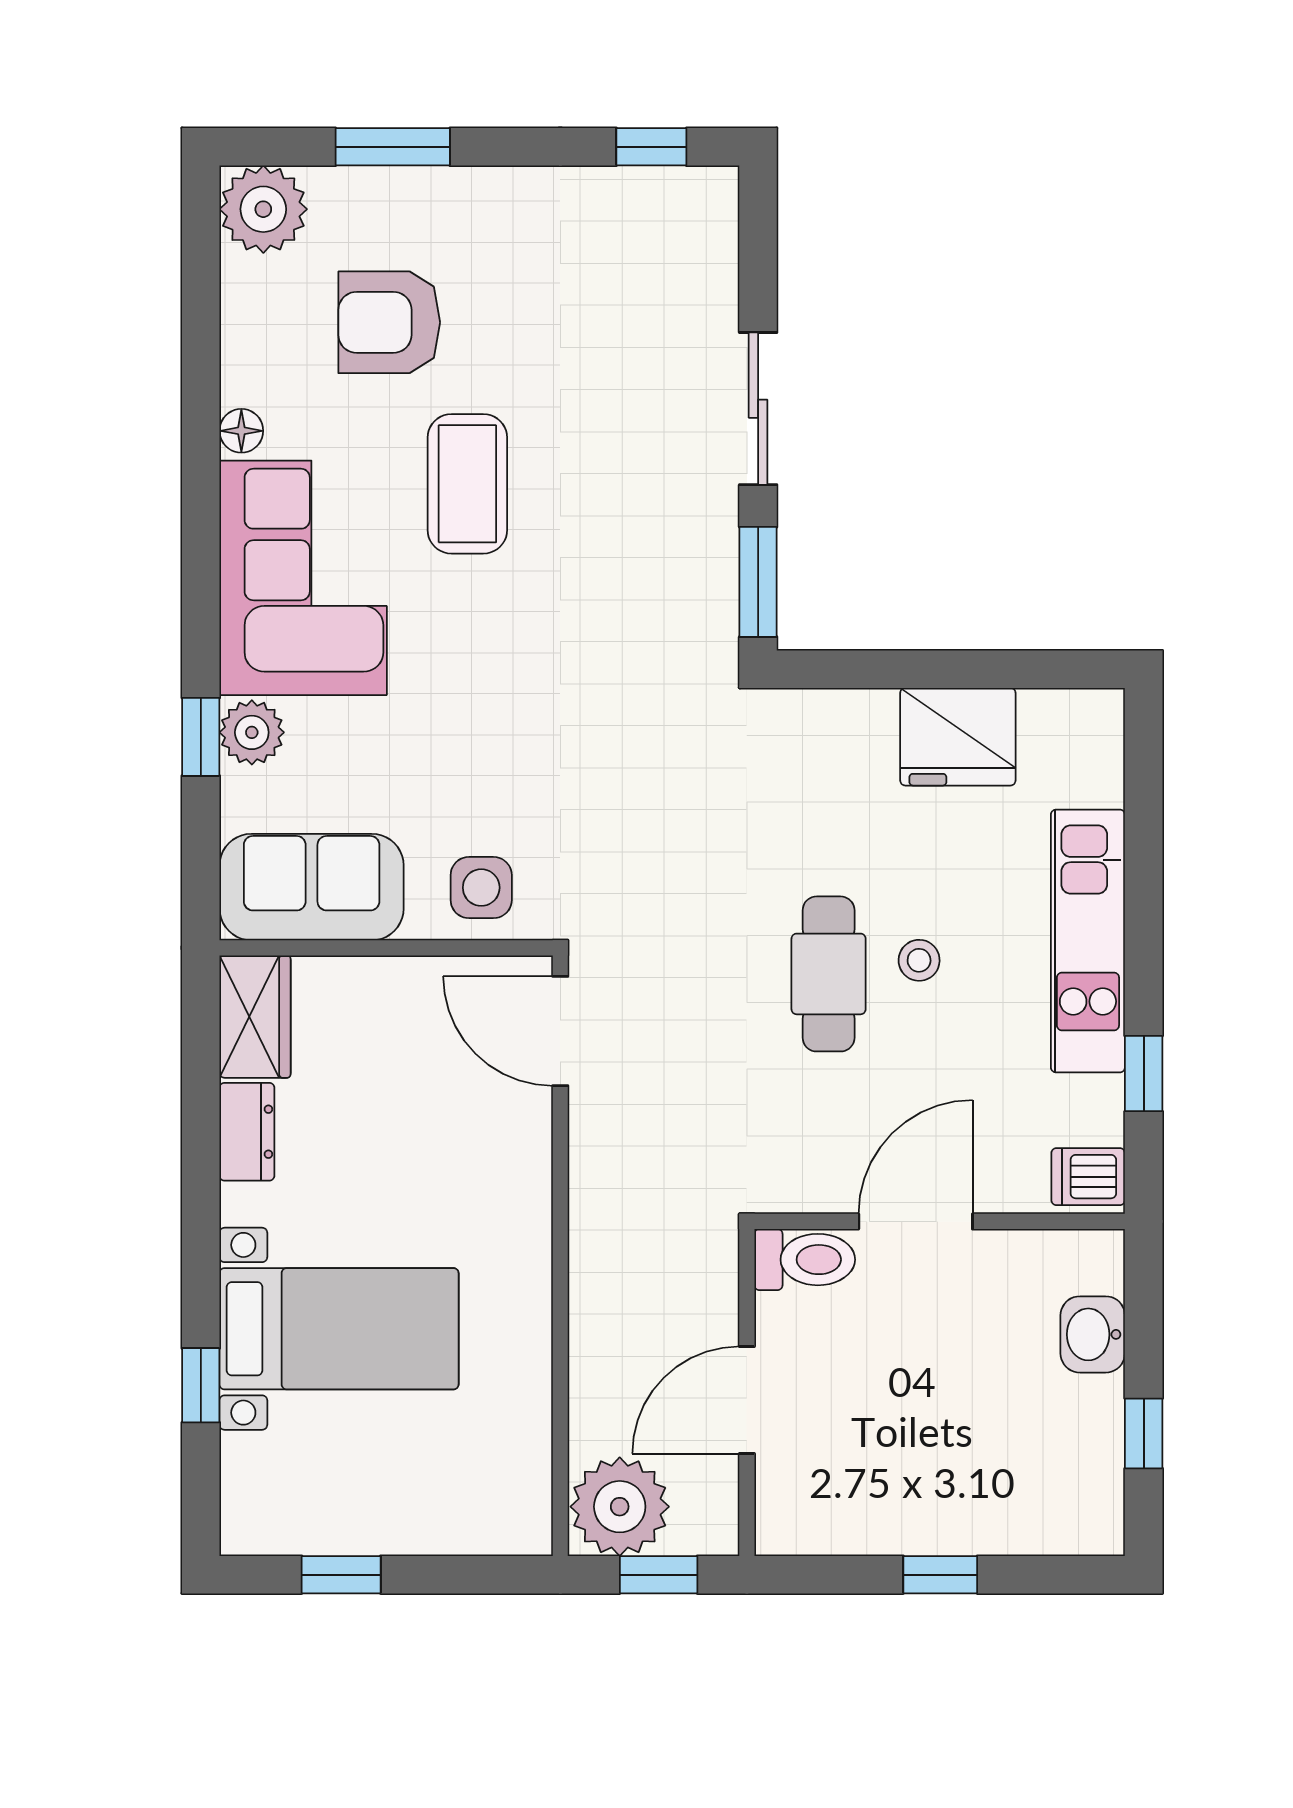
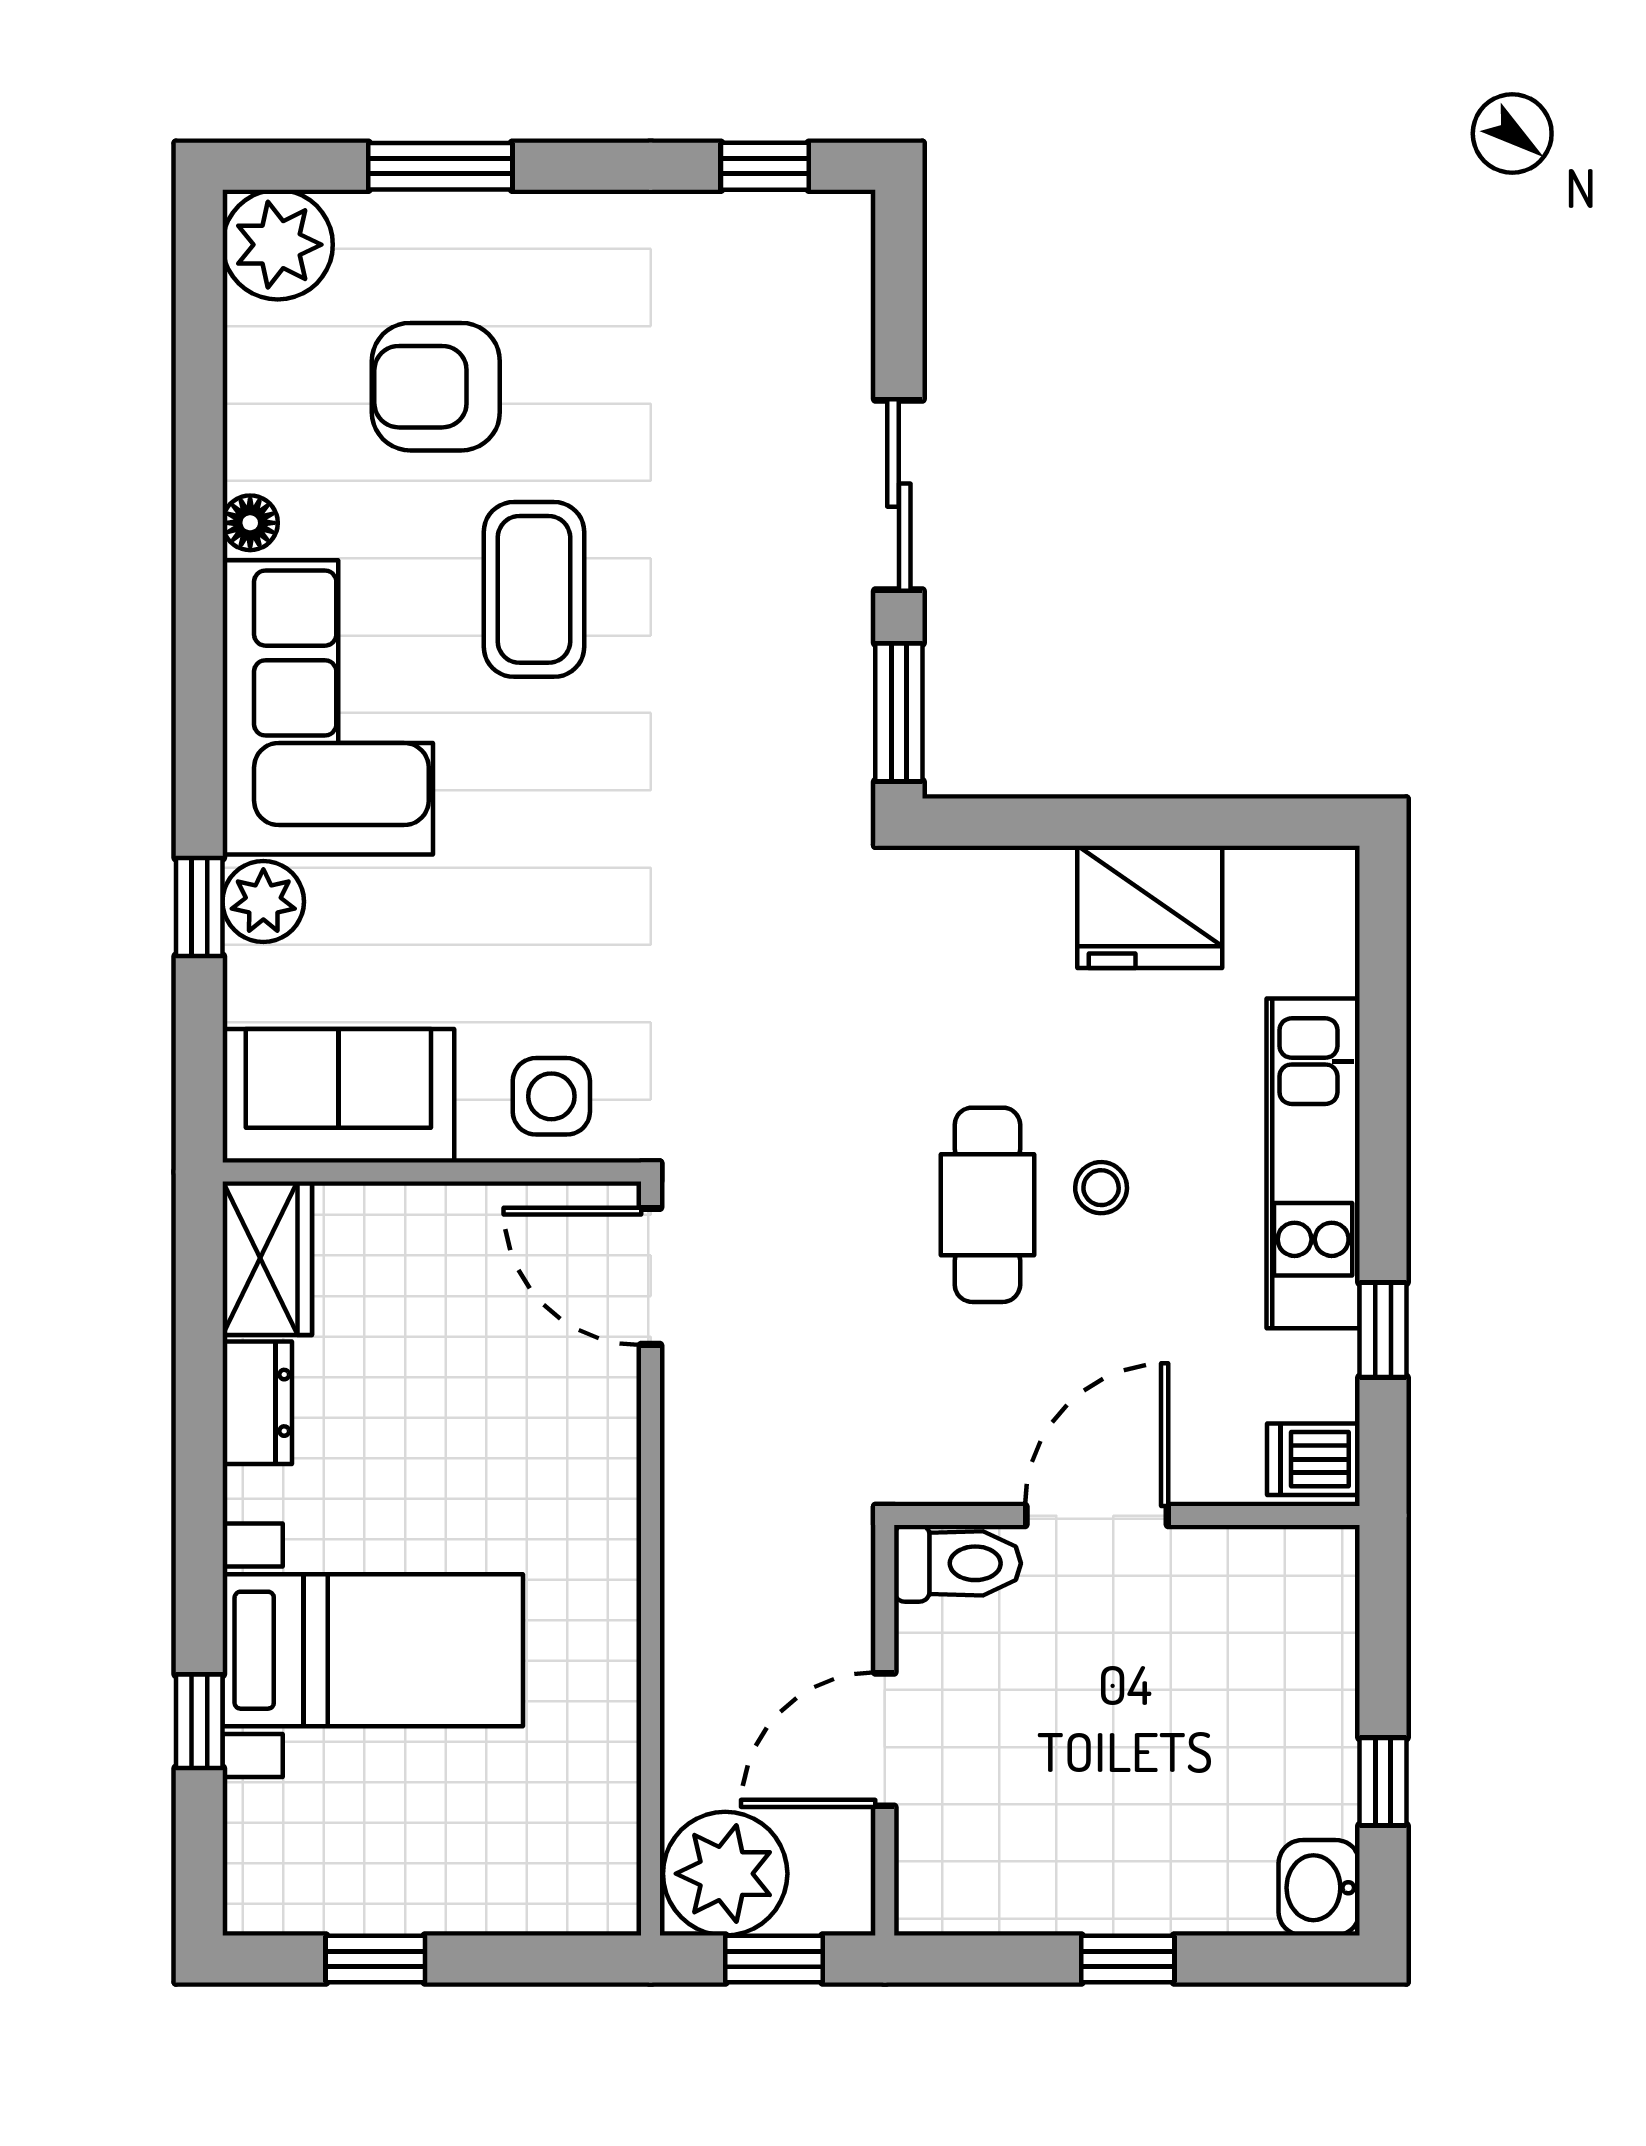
washbasin: (1093, 1334) -> (1319, 1888), moved

